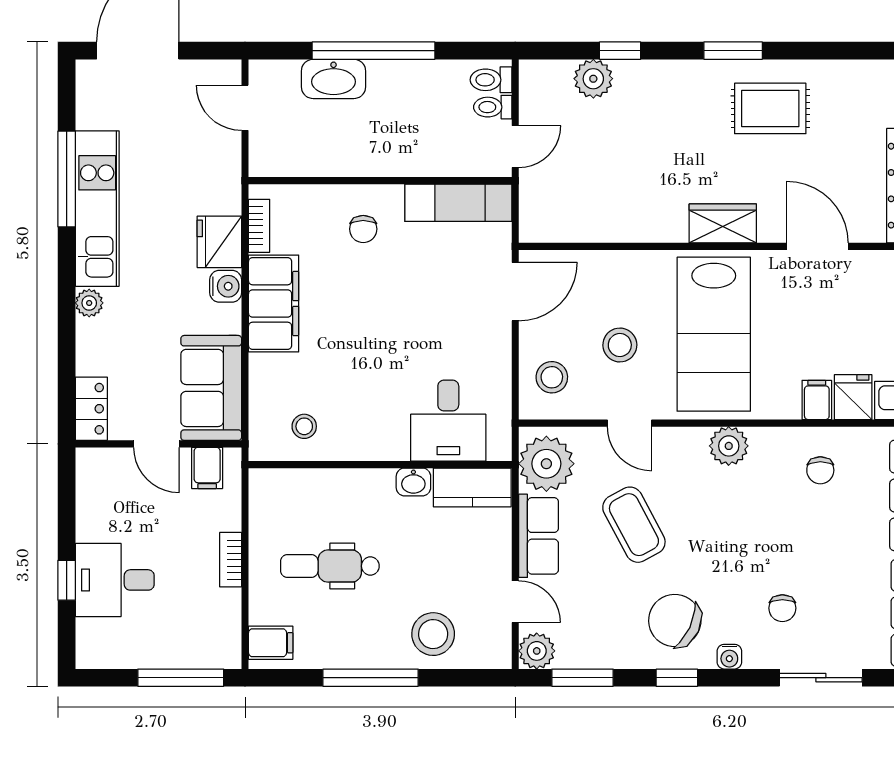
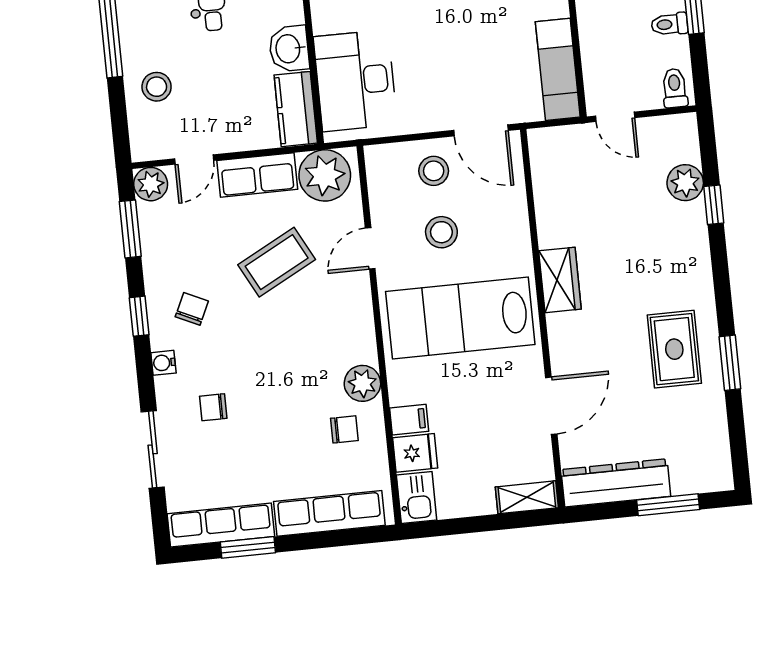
window: (733, 51) -> (730, 363), moved
toilet: (493, 107) -> (669, 24), moved, turned -90
wardrobe: (723, 223) -> (560, 280), moved
stool: (552, 377) -> (434, 171), moved
desk: (448, 421) -> (355, 81), width x1.37
plant: (729, 446) -> (362, 383), moved
chair: (820, 470) -> (344, 429), turned 180
washbasin: (413, 482) -> (289, 49), width x1.38, depth x1.45
chair: (675, 620) -> (192, 309), width x0.54, depth x0.54
stool: (433, 634) -> (157, 87), width x0.73, depth x0.73

